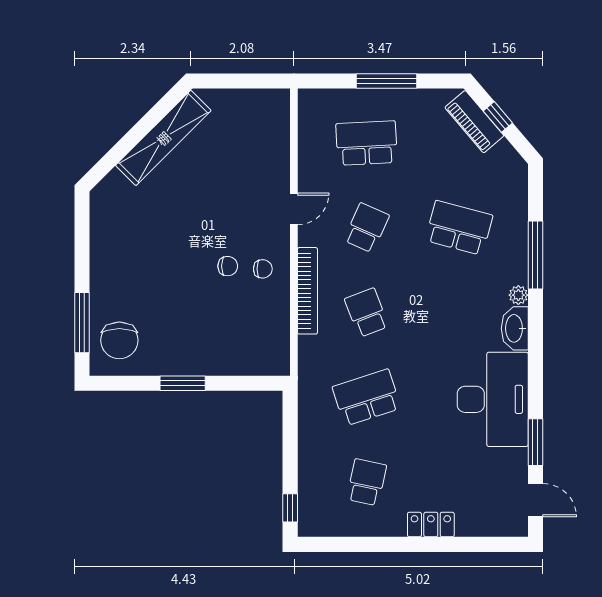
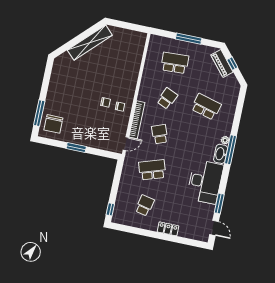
door: (294, 209) -> (126, 144), moved
window: (535, 255) -> (231, 150), moved

